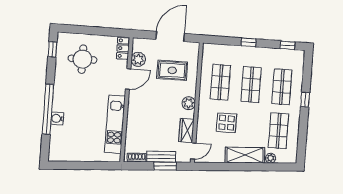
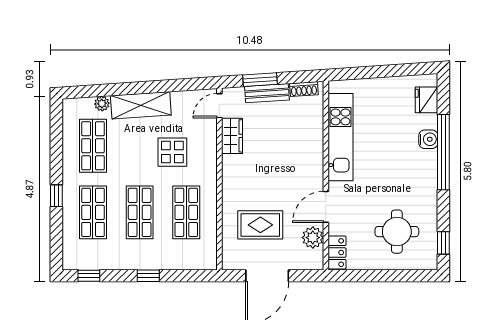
plant: (189, 103) -> (232, 177), removed
fridge: (56, 144) -> (427, 100), added

